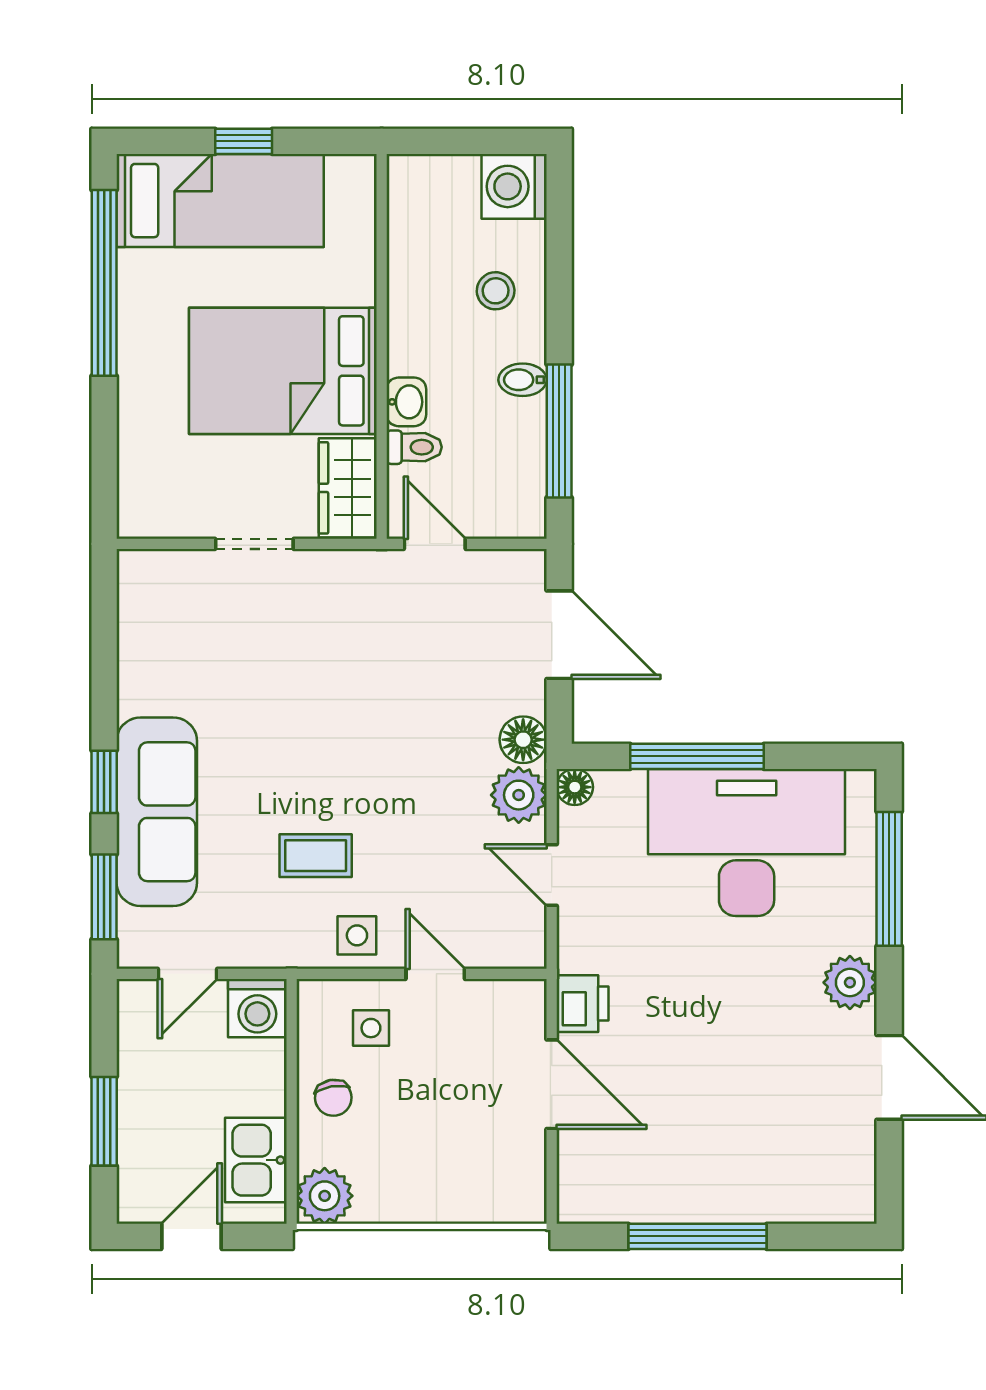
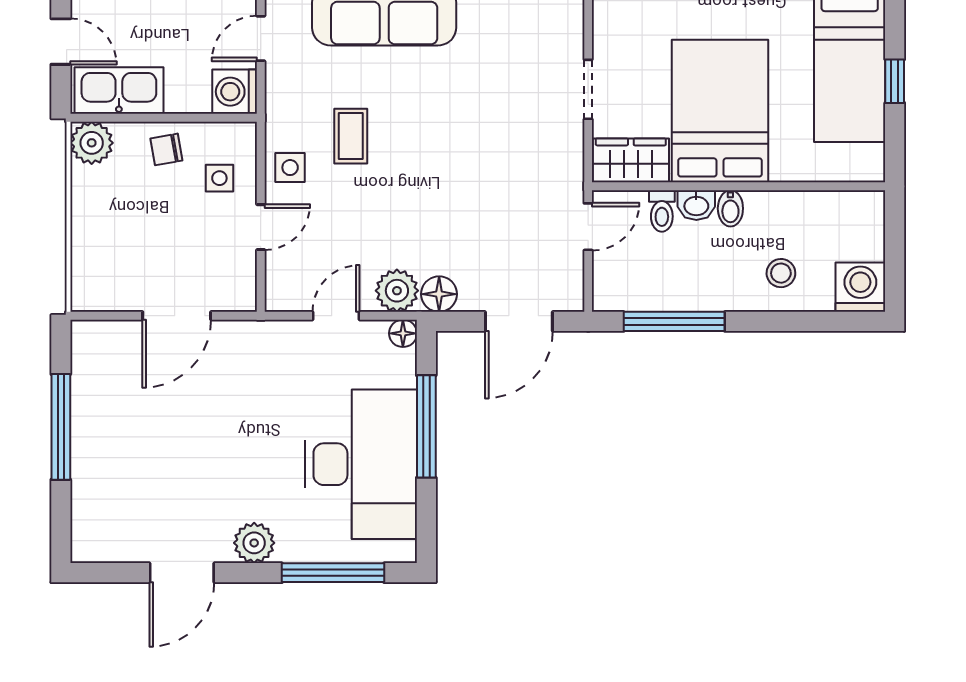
bidet: (523, 380) -> (730, 208), moved, turned 180
door: (188, 974) -> (261, 38), hinge flipped
printer: (583, 1004) -> (238, 339), removed
kitchen sink: (256, 1160) -> (119, 91), width x1.38

